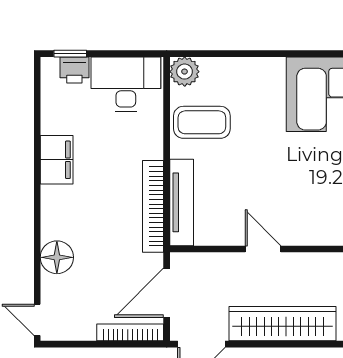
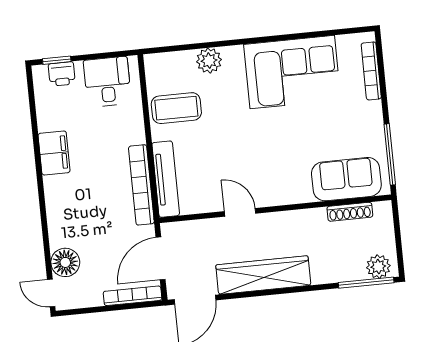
plant: (185, 72) -> (209, 61), moved
desk: (126, 84) -> (107, 82), width x0.73
floor lamp: (57, 257) -> (65, 262), moved

